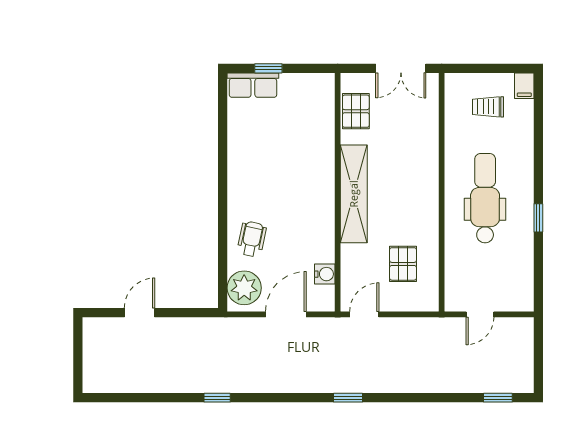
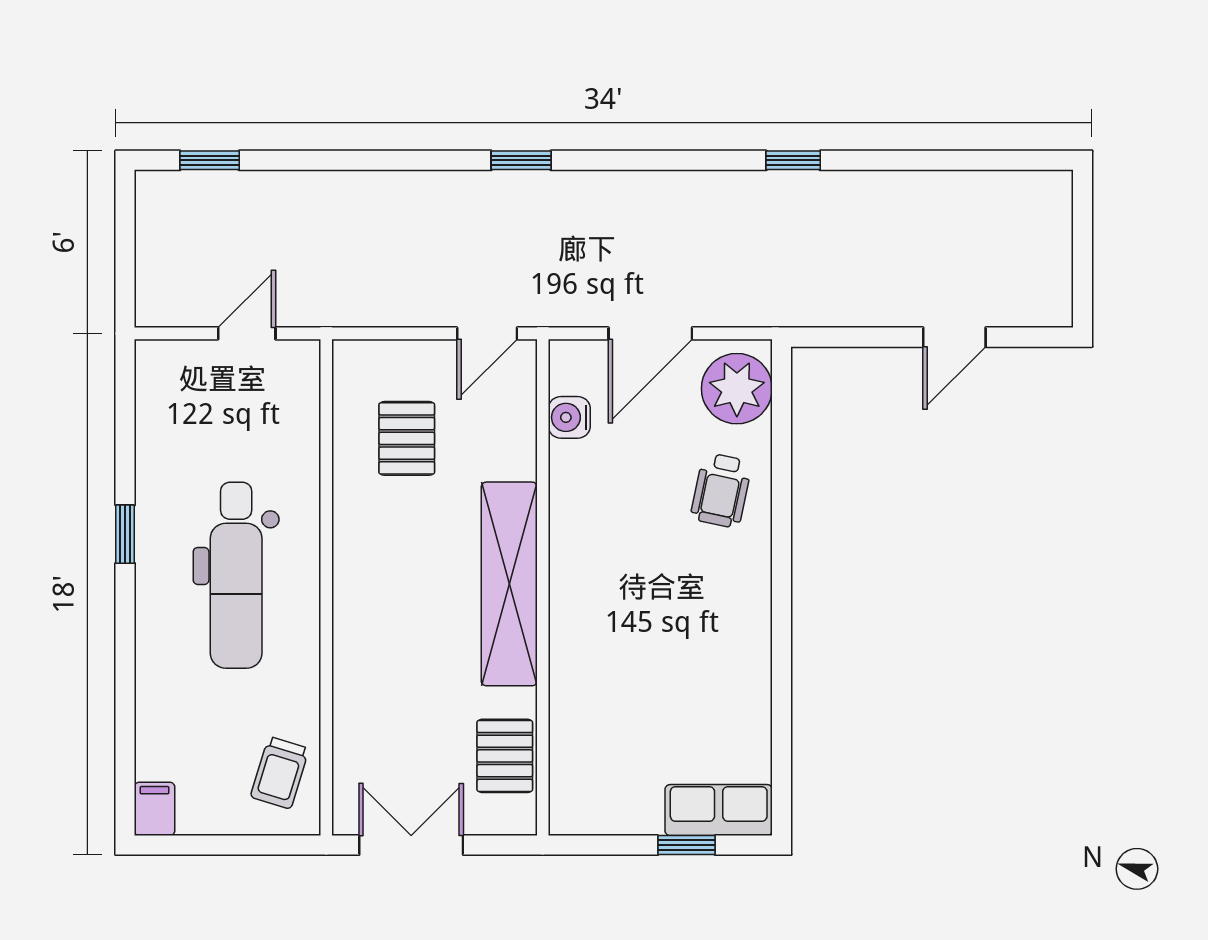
trolley: (488, 107) -> (280, 773), moved, turned 107

